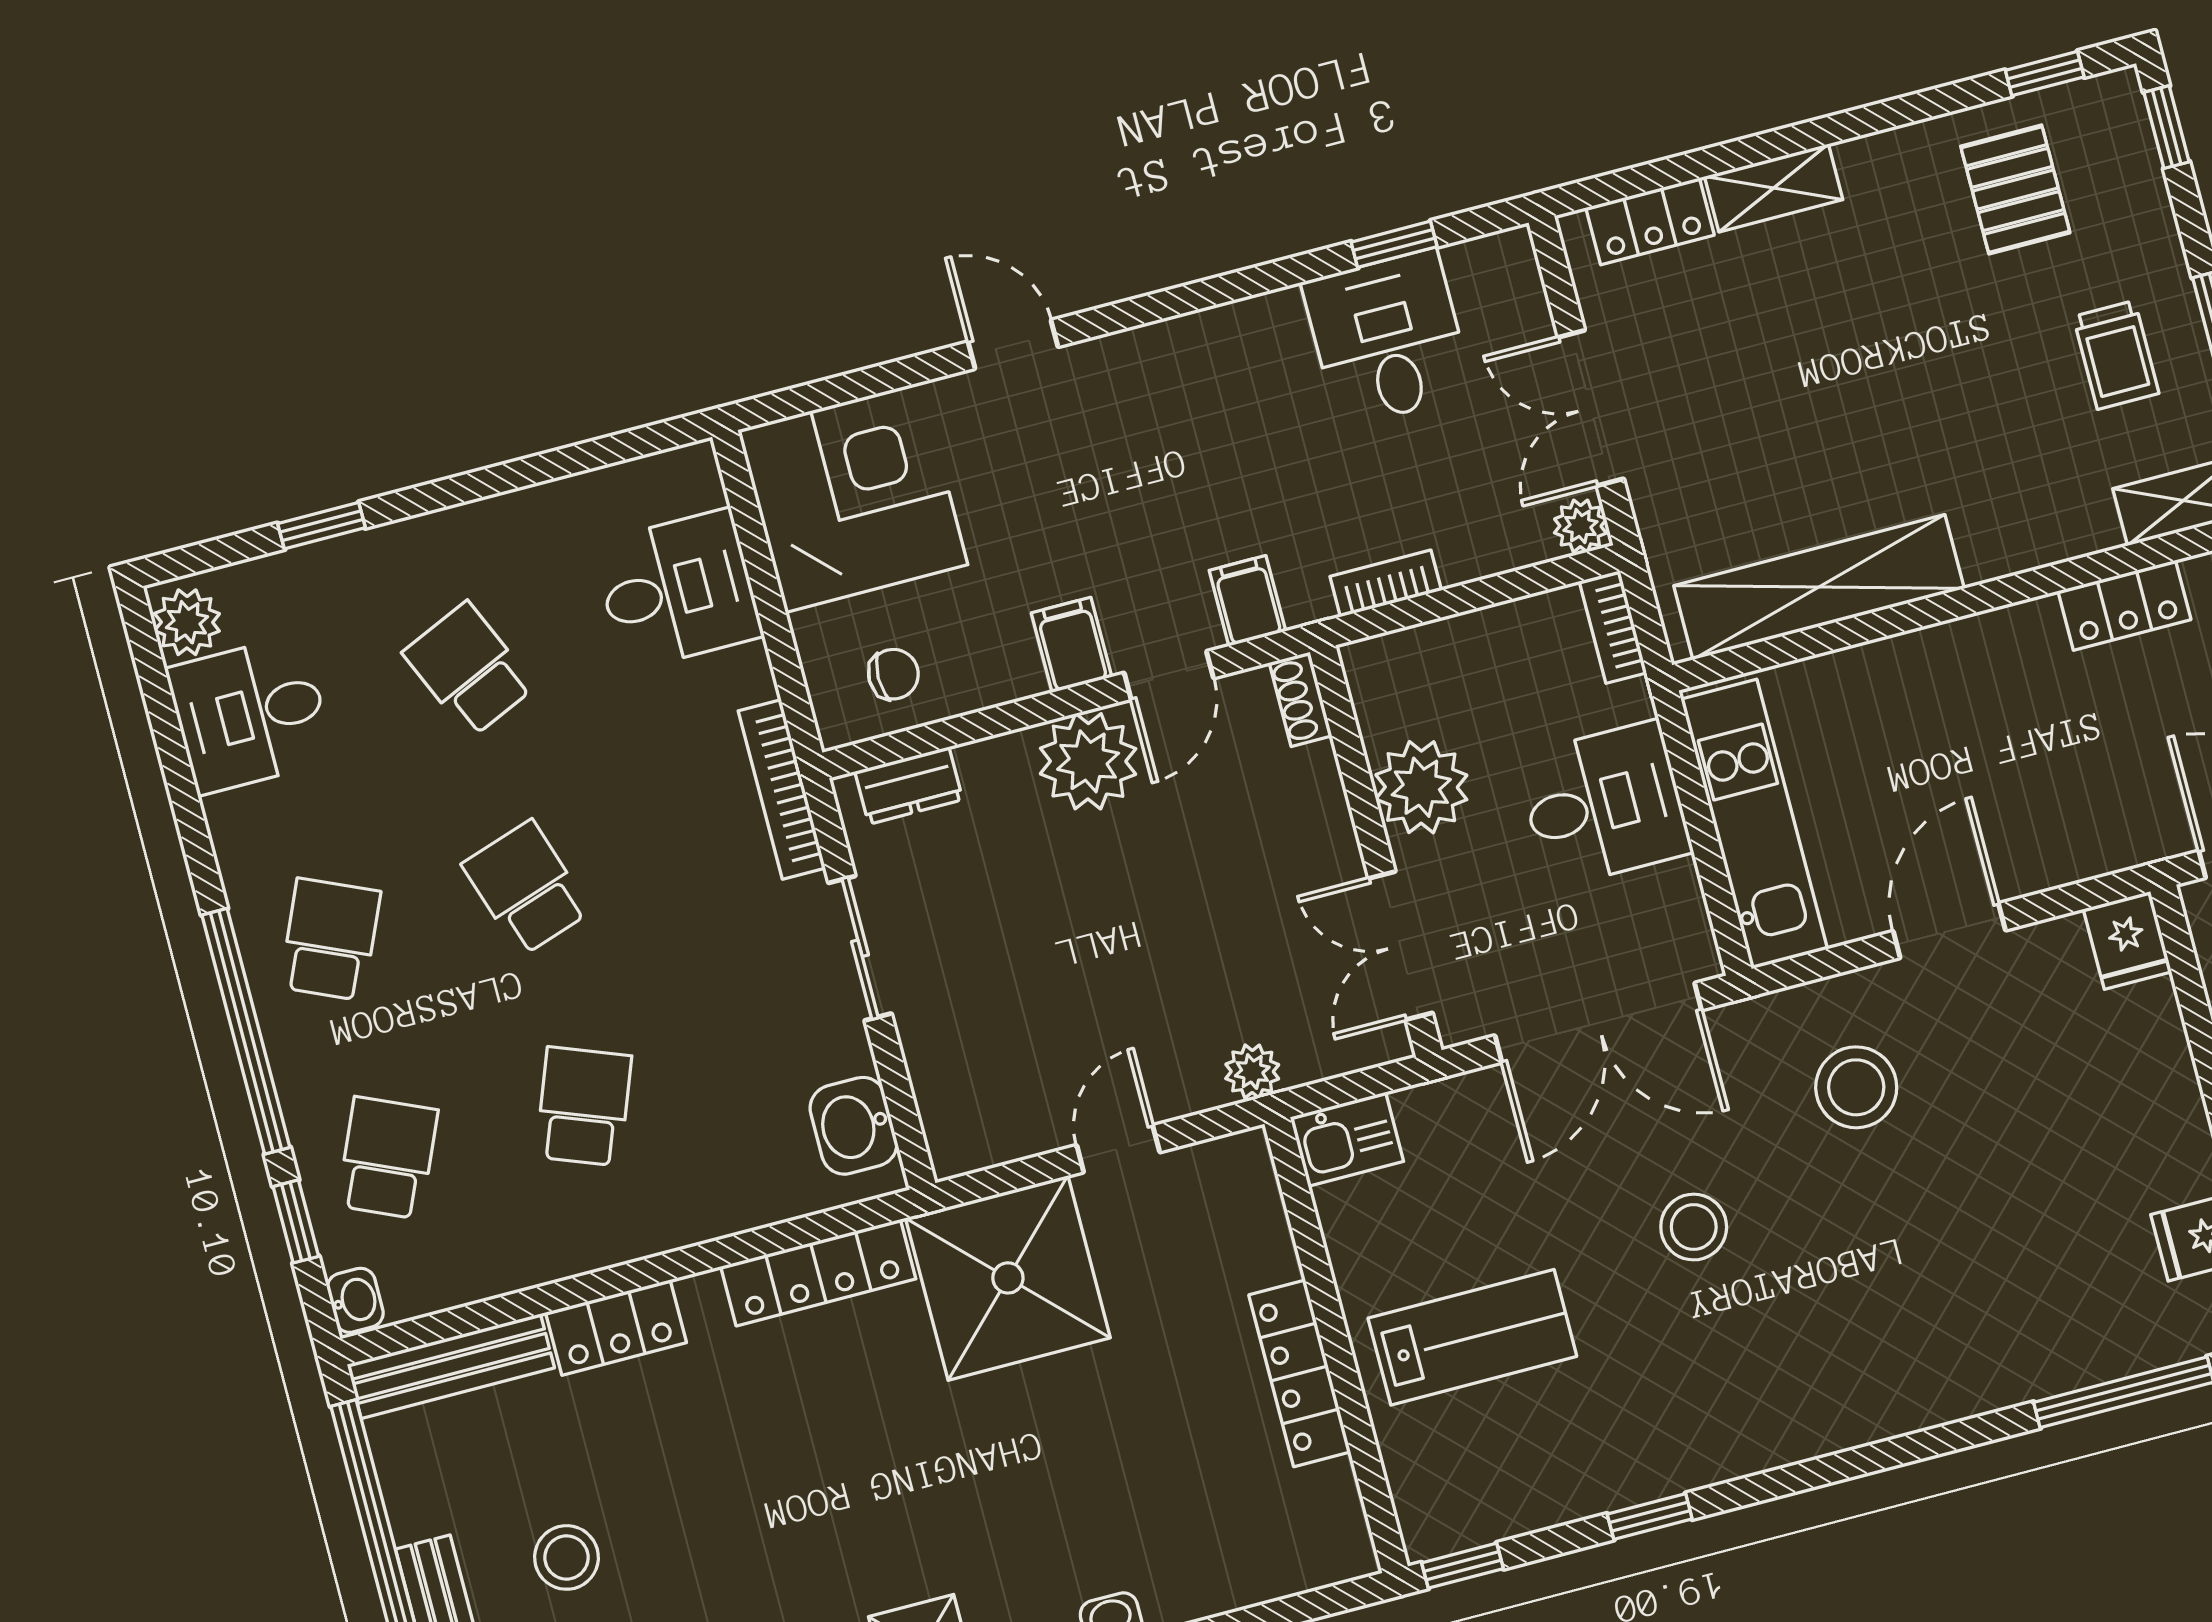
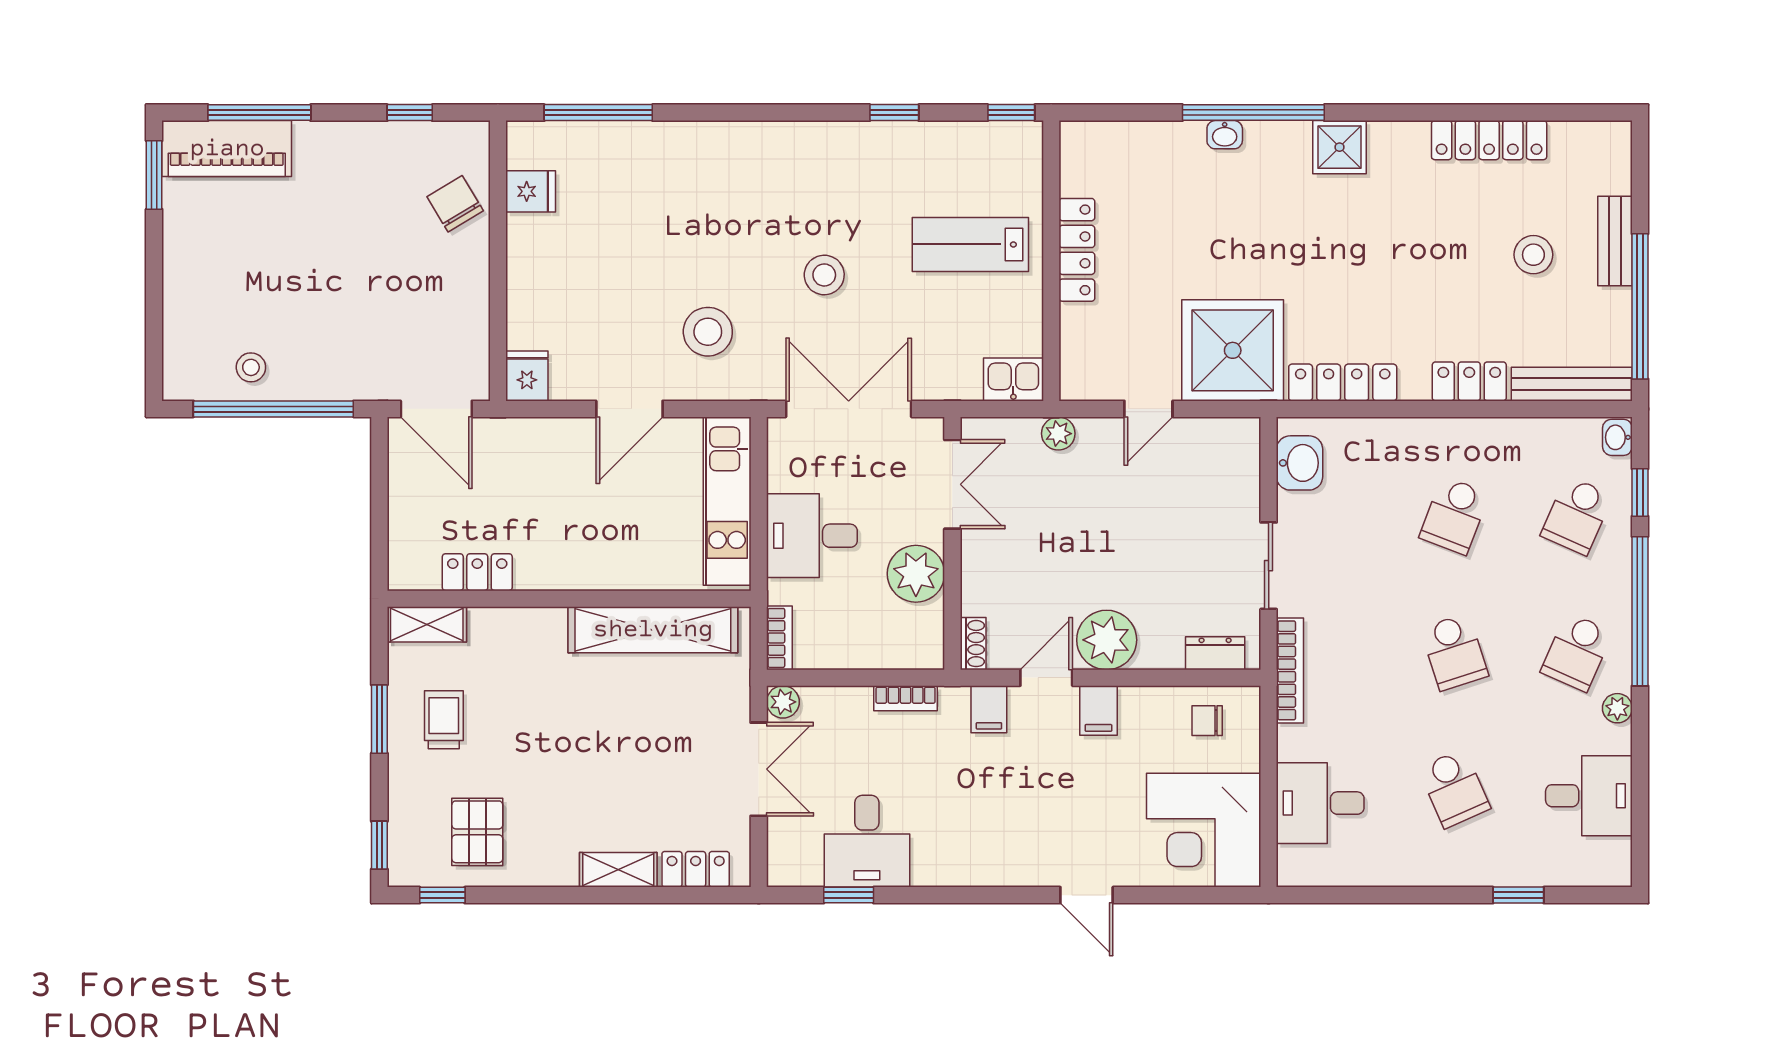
plant: (187, 622) -> (1617, 708), moved, width x0.73, depth x0.73

